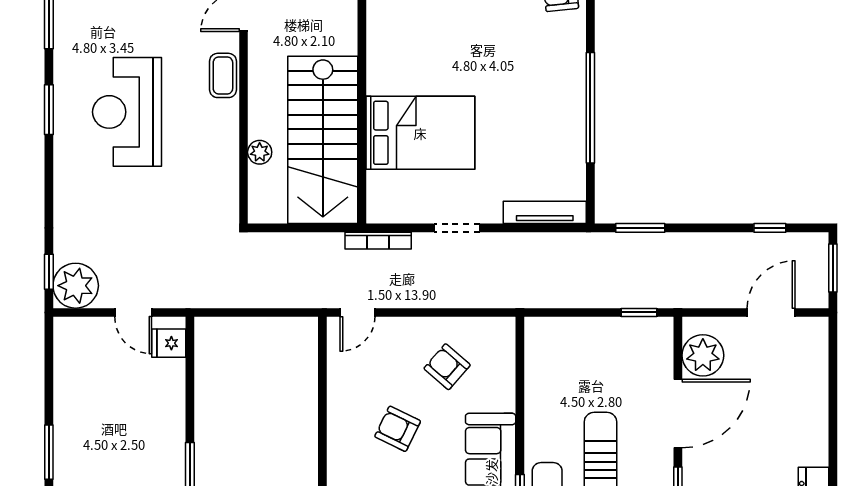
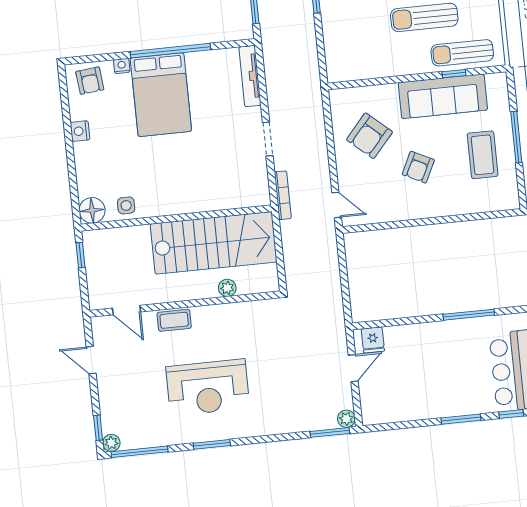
side table: (386, 26) -> (126, 205), added
nightstand: (576, 39) -> (122, 66), added
bed: (420, 133) -> (161, 95), moved, turned 180
window: (49, 272) -> (330, 432), width x1.50
plant: (76, 286) -> (346, 419), width x0.53, depth x0.53
armchair: (447, 367) -> (369, 136), width x1.38, depth x1.38

